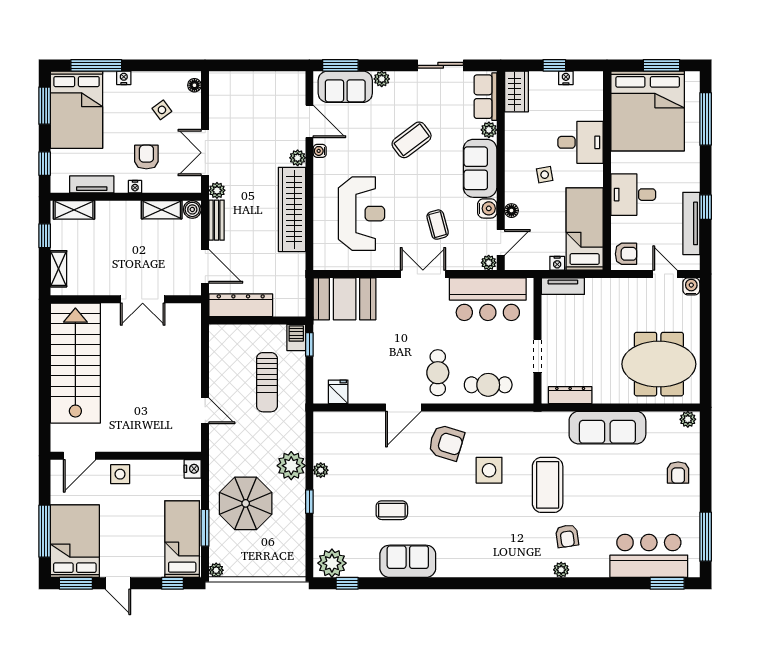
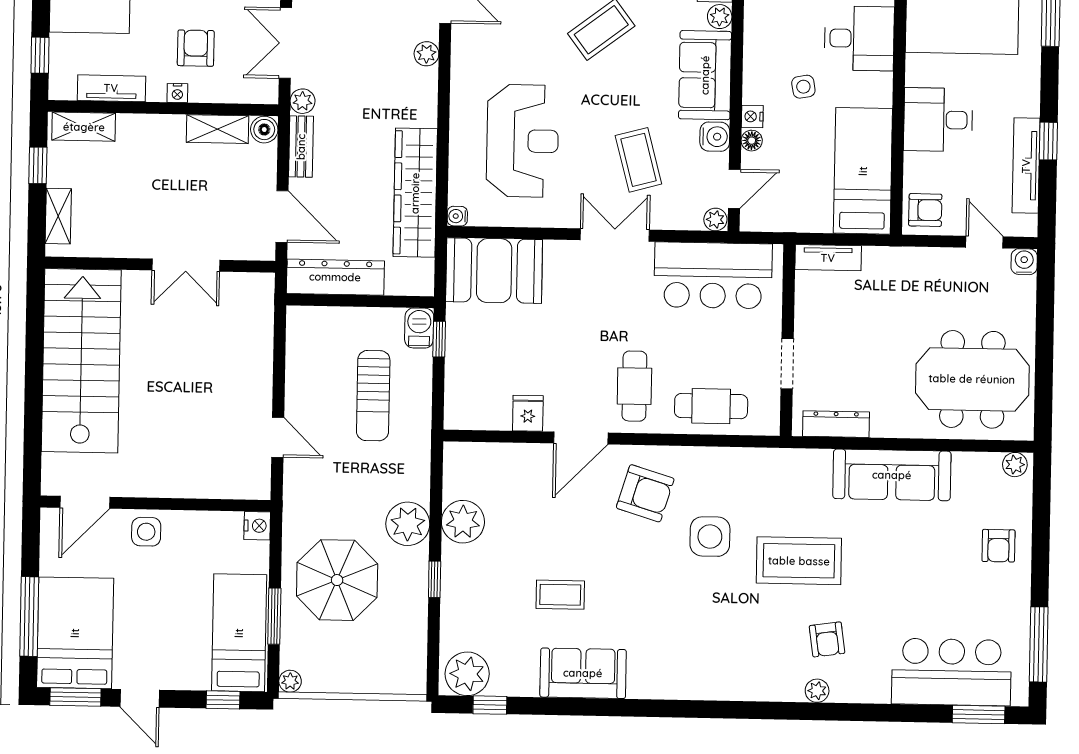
water cooler: (320, 151) -> (457, 216), moved
wardrobe: (292, 209) -> (415, 193), moved
coffee table: (438, 225) -> (638, 160), width x1.36, depth x1.30
nightstand: (557, 263) -> (752, 116), moved, turned 90
fridge: (338, 392) -> (528, 413), moved
plant: (321, 470) -> (463, 522), width x1.88, depth x1.88
coffee table: (548, 485) -> (799, 561), turned 90

